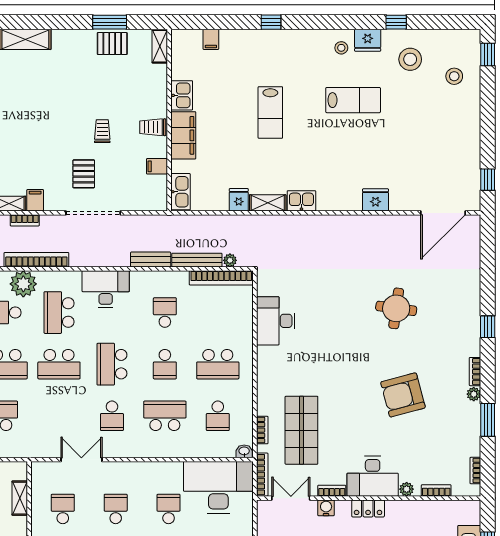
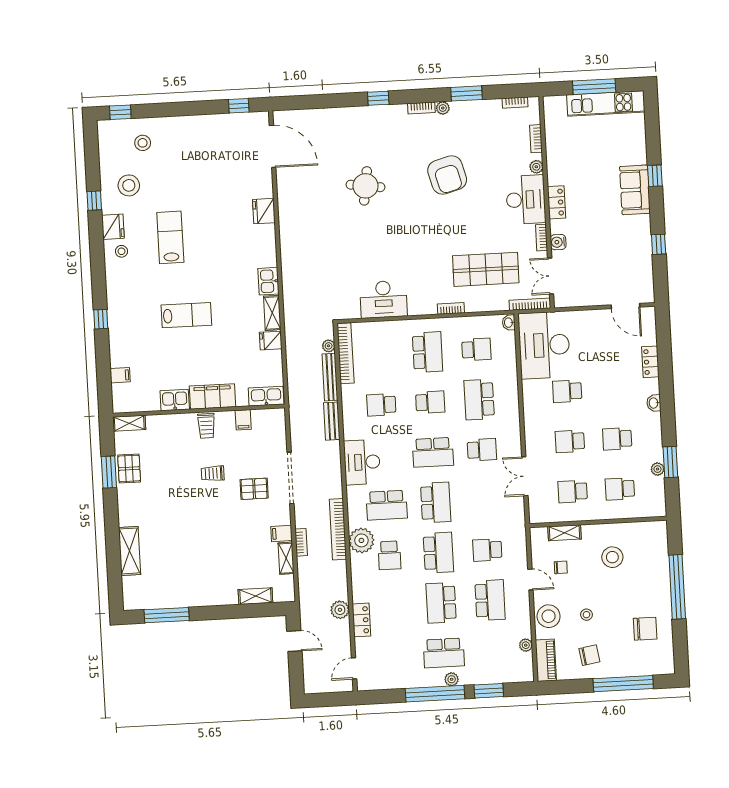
bookcase: (262, 430) -> (451, 308), moved

